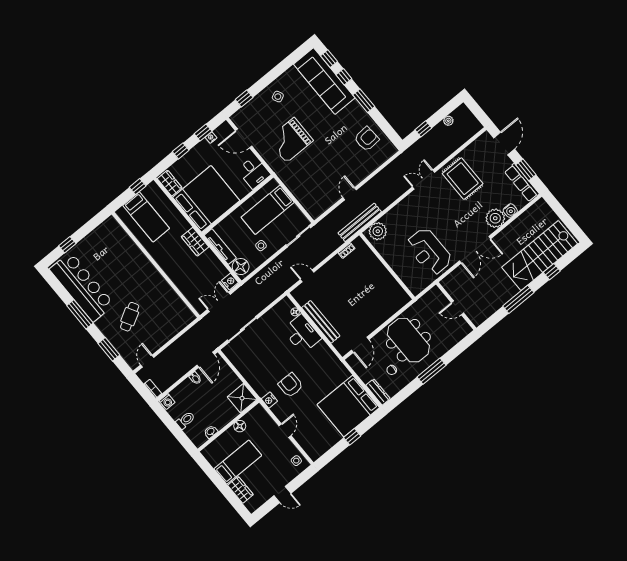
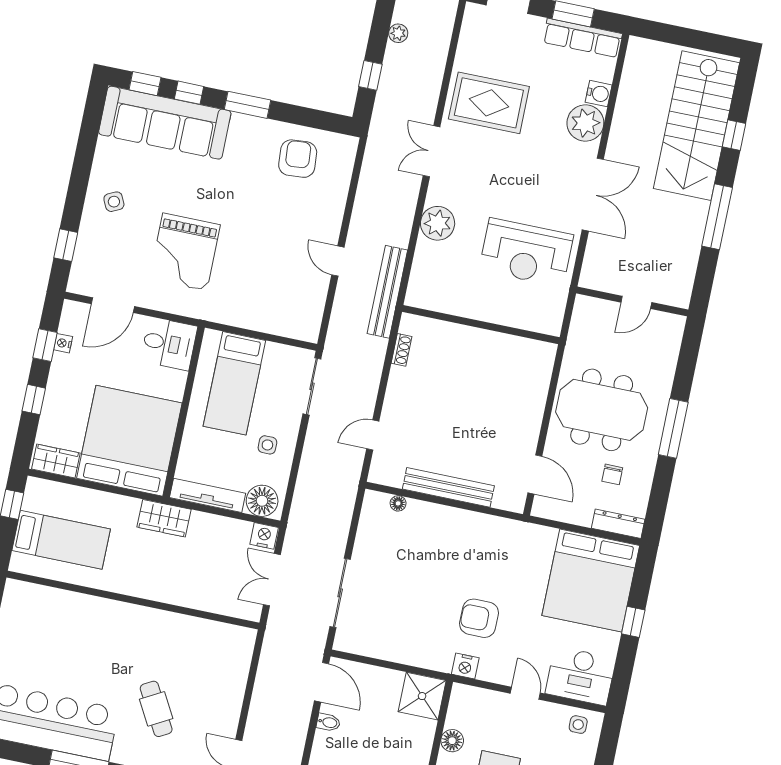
plant: (378, 231) -> (438, 223), moved
desk: (302, 334) -> (581, 676), moved, turned 180

